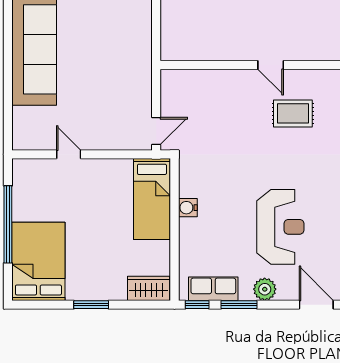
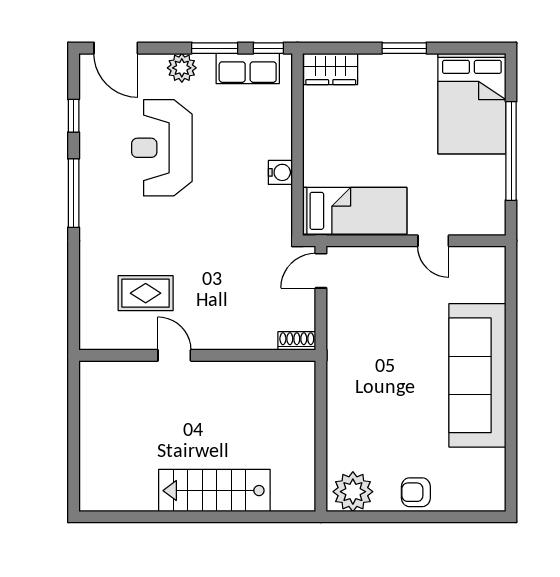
shoe rack: (175, 76) -> (297, 341), added
bed: (152, 199) -> (355, 211), moved, turned 90

